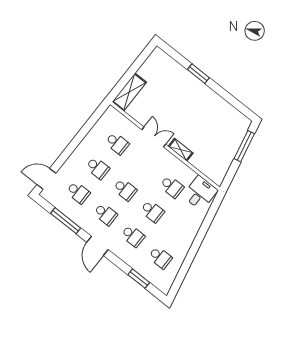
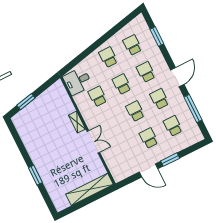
shelving: (129, 92) -> (89, 189), width x1.47
double door: (154, 137) -> (93, 142), swing flipped
school desk: (117, 143) -> (108, 57), moved
window: (244, 146) -> (26, 102), width x0.69
window: (65, 156) -> (170, 160), added
door: (46, 179) -> (148, 170), moved

